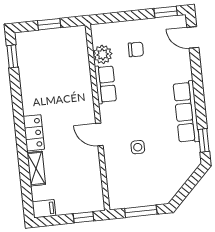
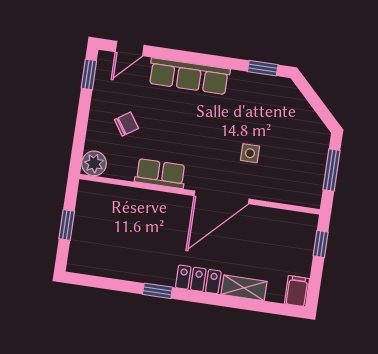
chair: (136, 49) -> (126, 124), turned 54
plant: (103, 54) -> (94, 163), moved
window: (12, 56) -> (158, 291), moved
row of seats: (186, 112) -> (189, 76), moved
door: (99, 134) -> (222, 197), width x1.88

